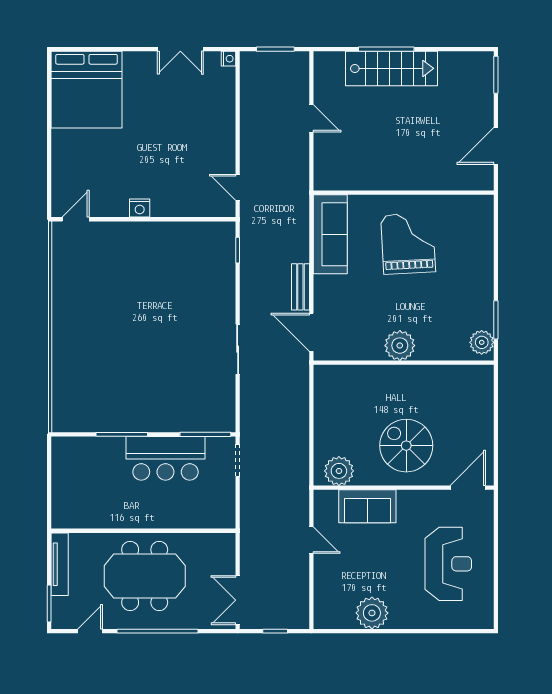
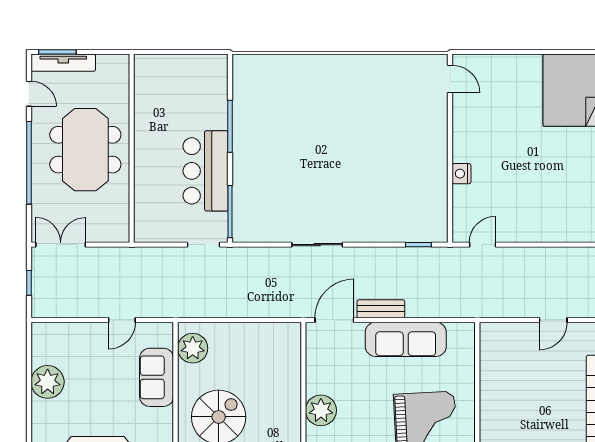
nightstand: (140, 208) -> (461, 174), moved
sofa: (330, 234) -> (406, 339), moved
tv unit: (60, 564) -> (63, 63), moved

